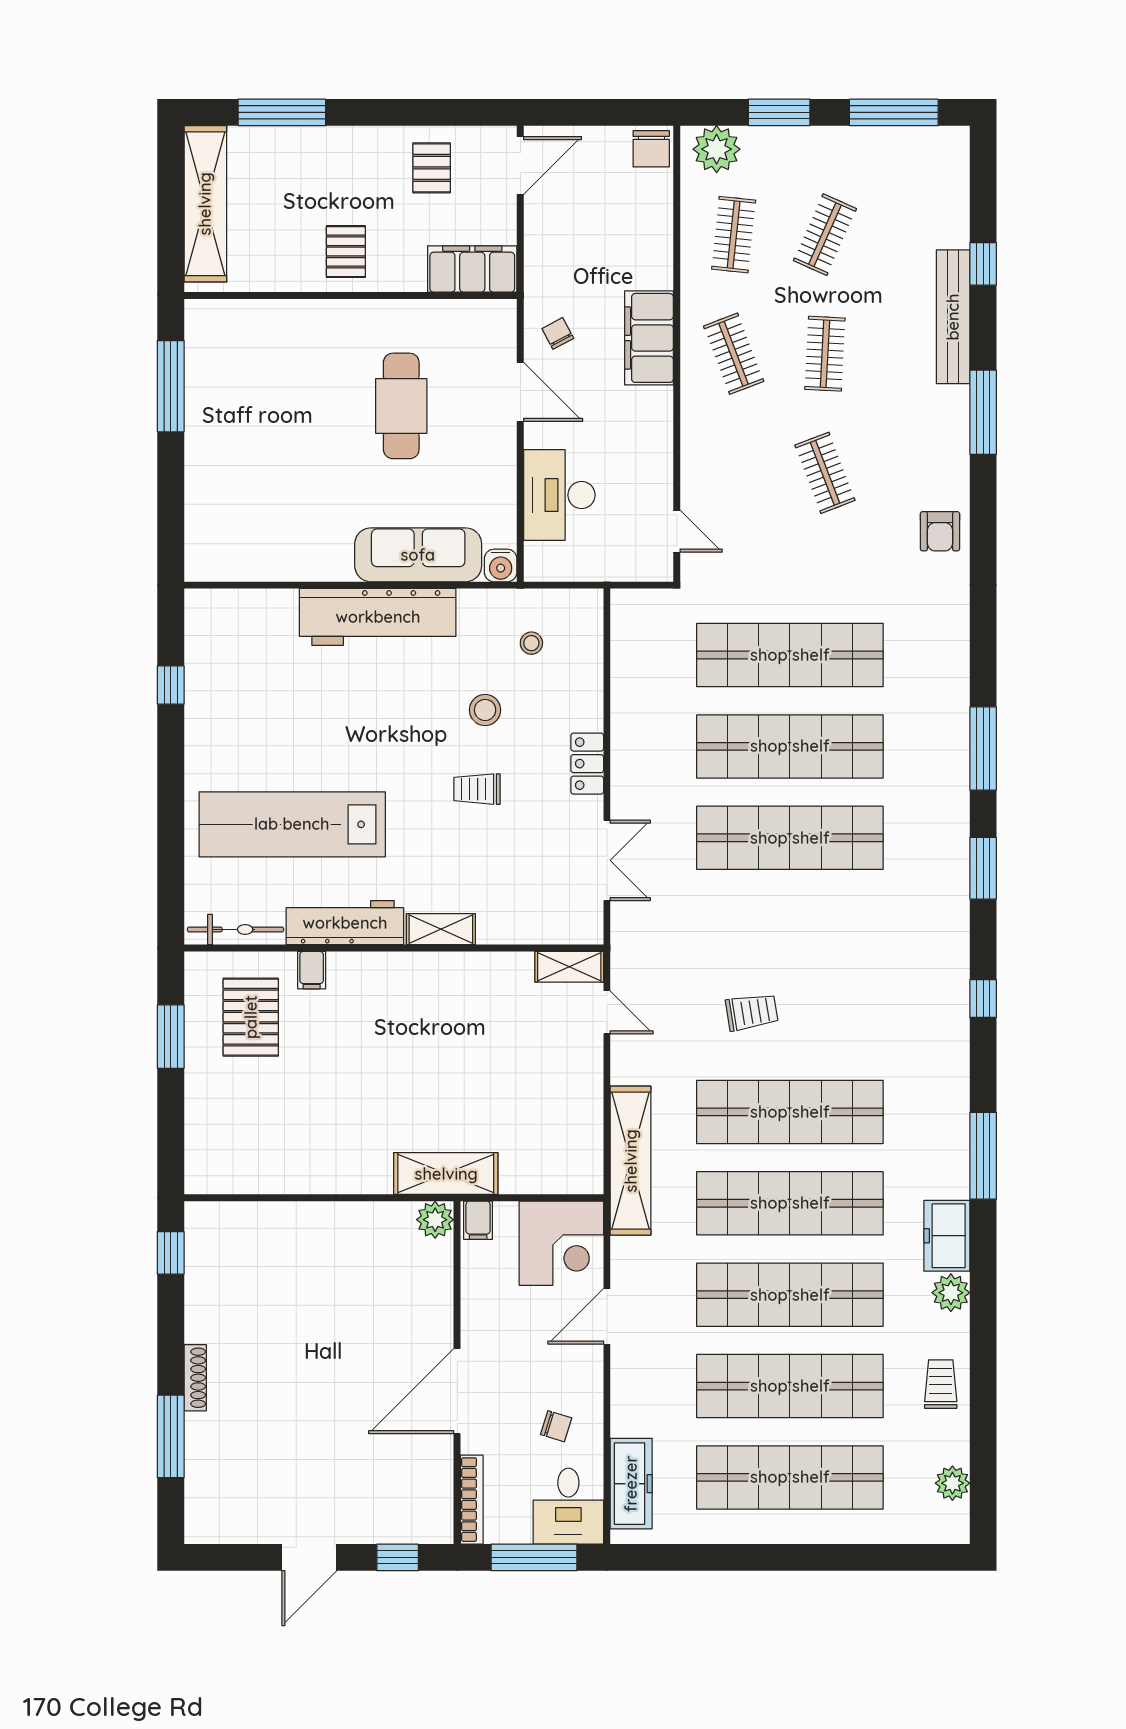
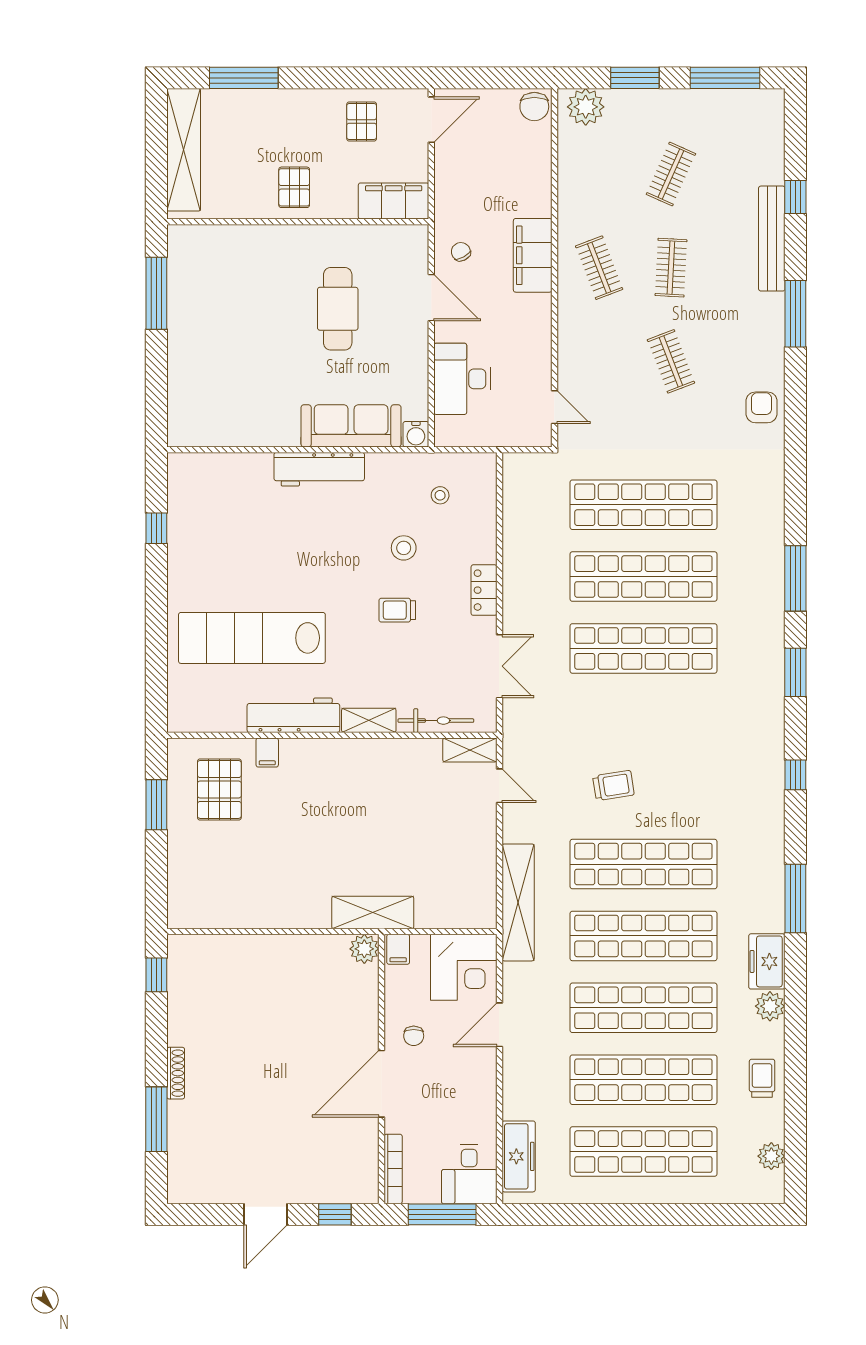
clothes rail: (734, 235) -> (599, 174), removed
armchair: (940, 531) -> (761, 407), turned 180
workbench: (378, 617) -> (319, 469), width x0.73, depth x0.76
bicycle: (236, 929) -> (436, 721), moved
chair: (556, 1426) -> (414, 1036), moved, turned 73

